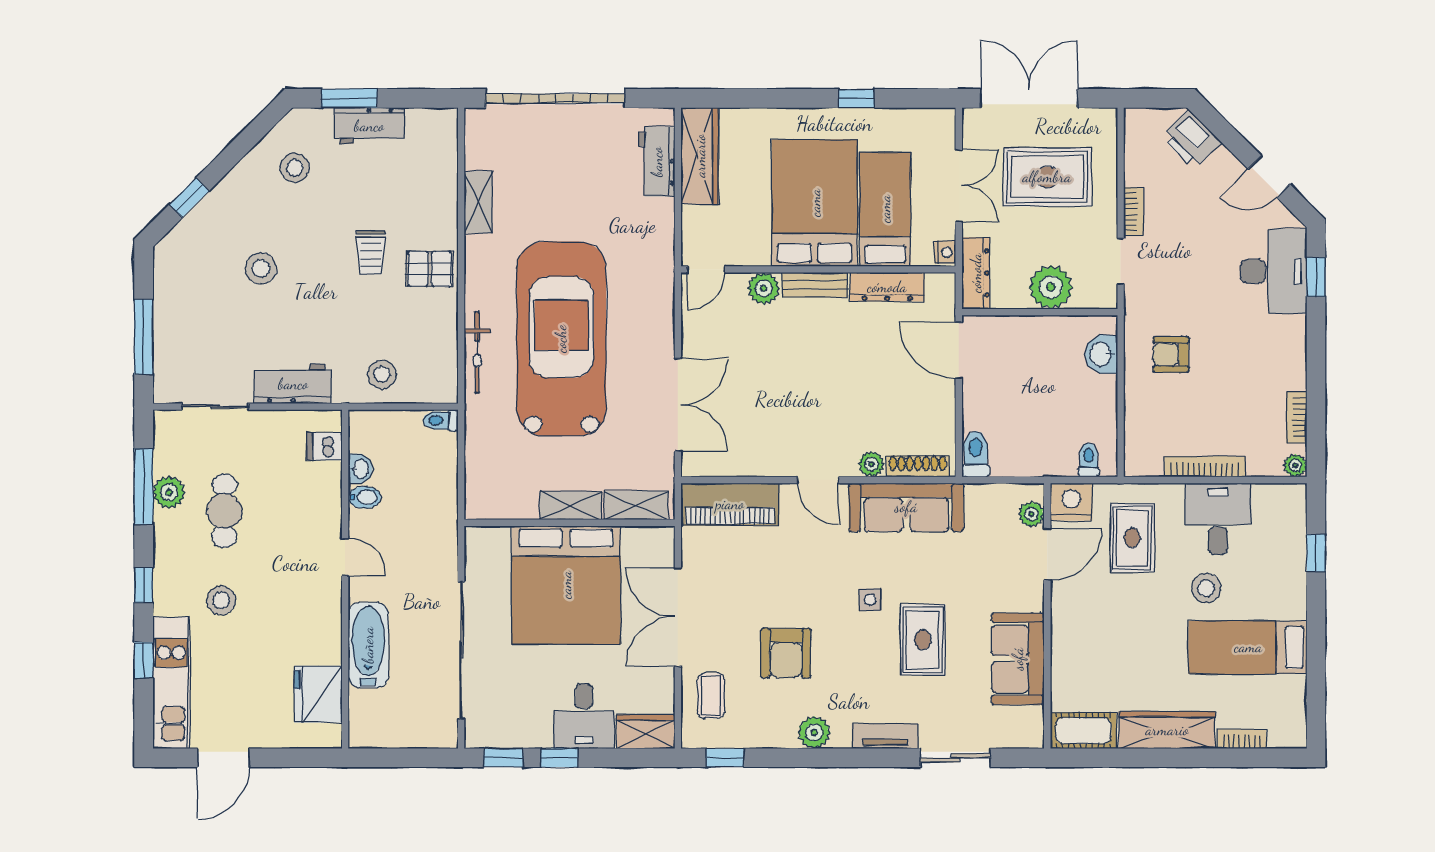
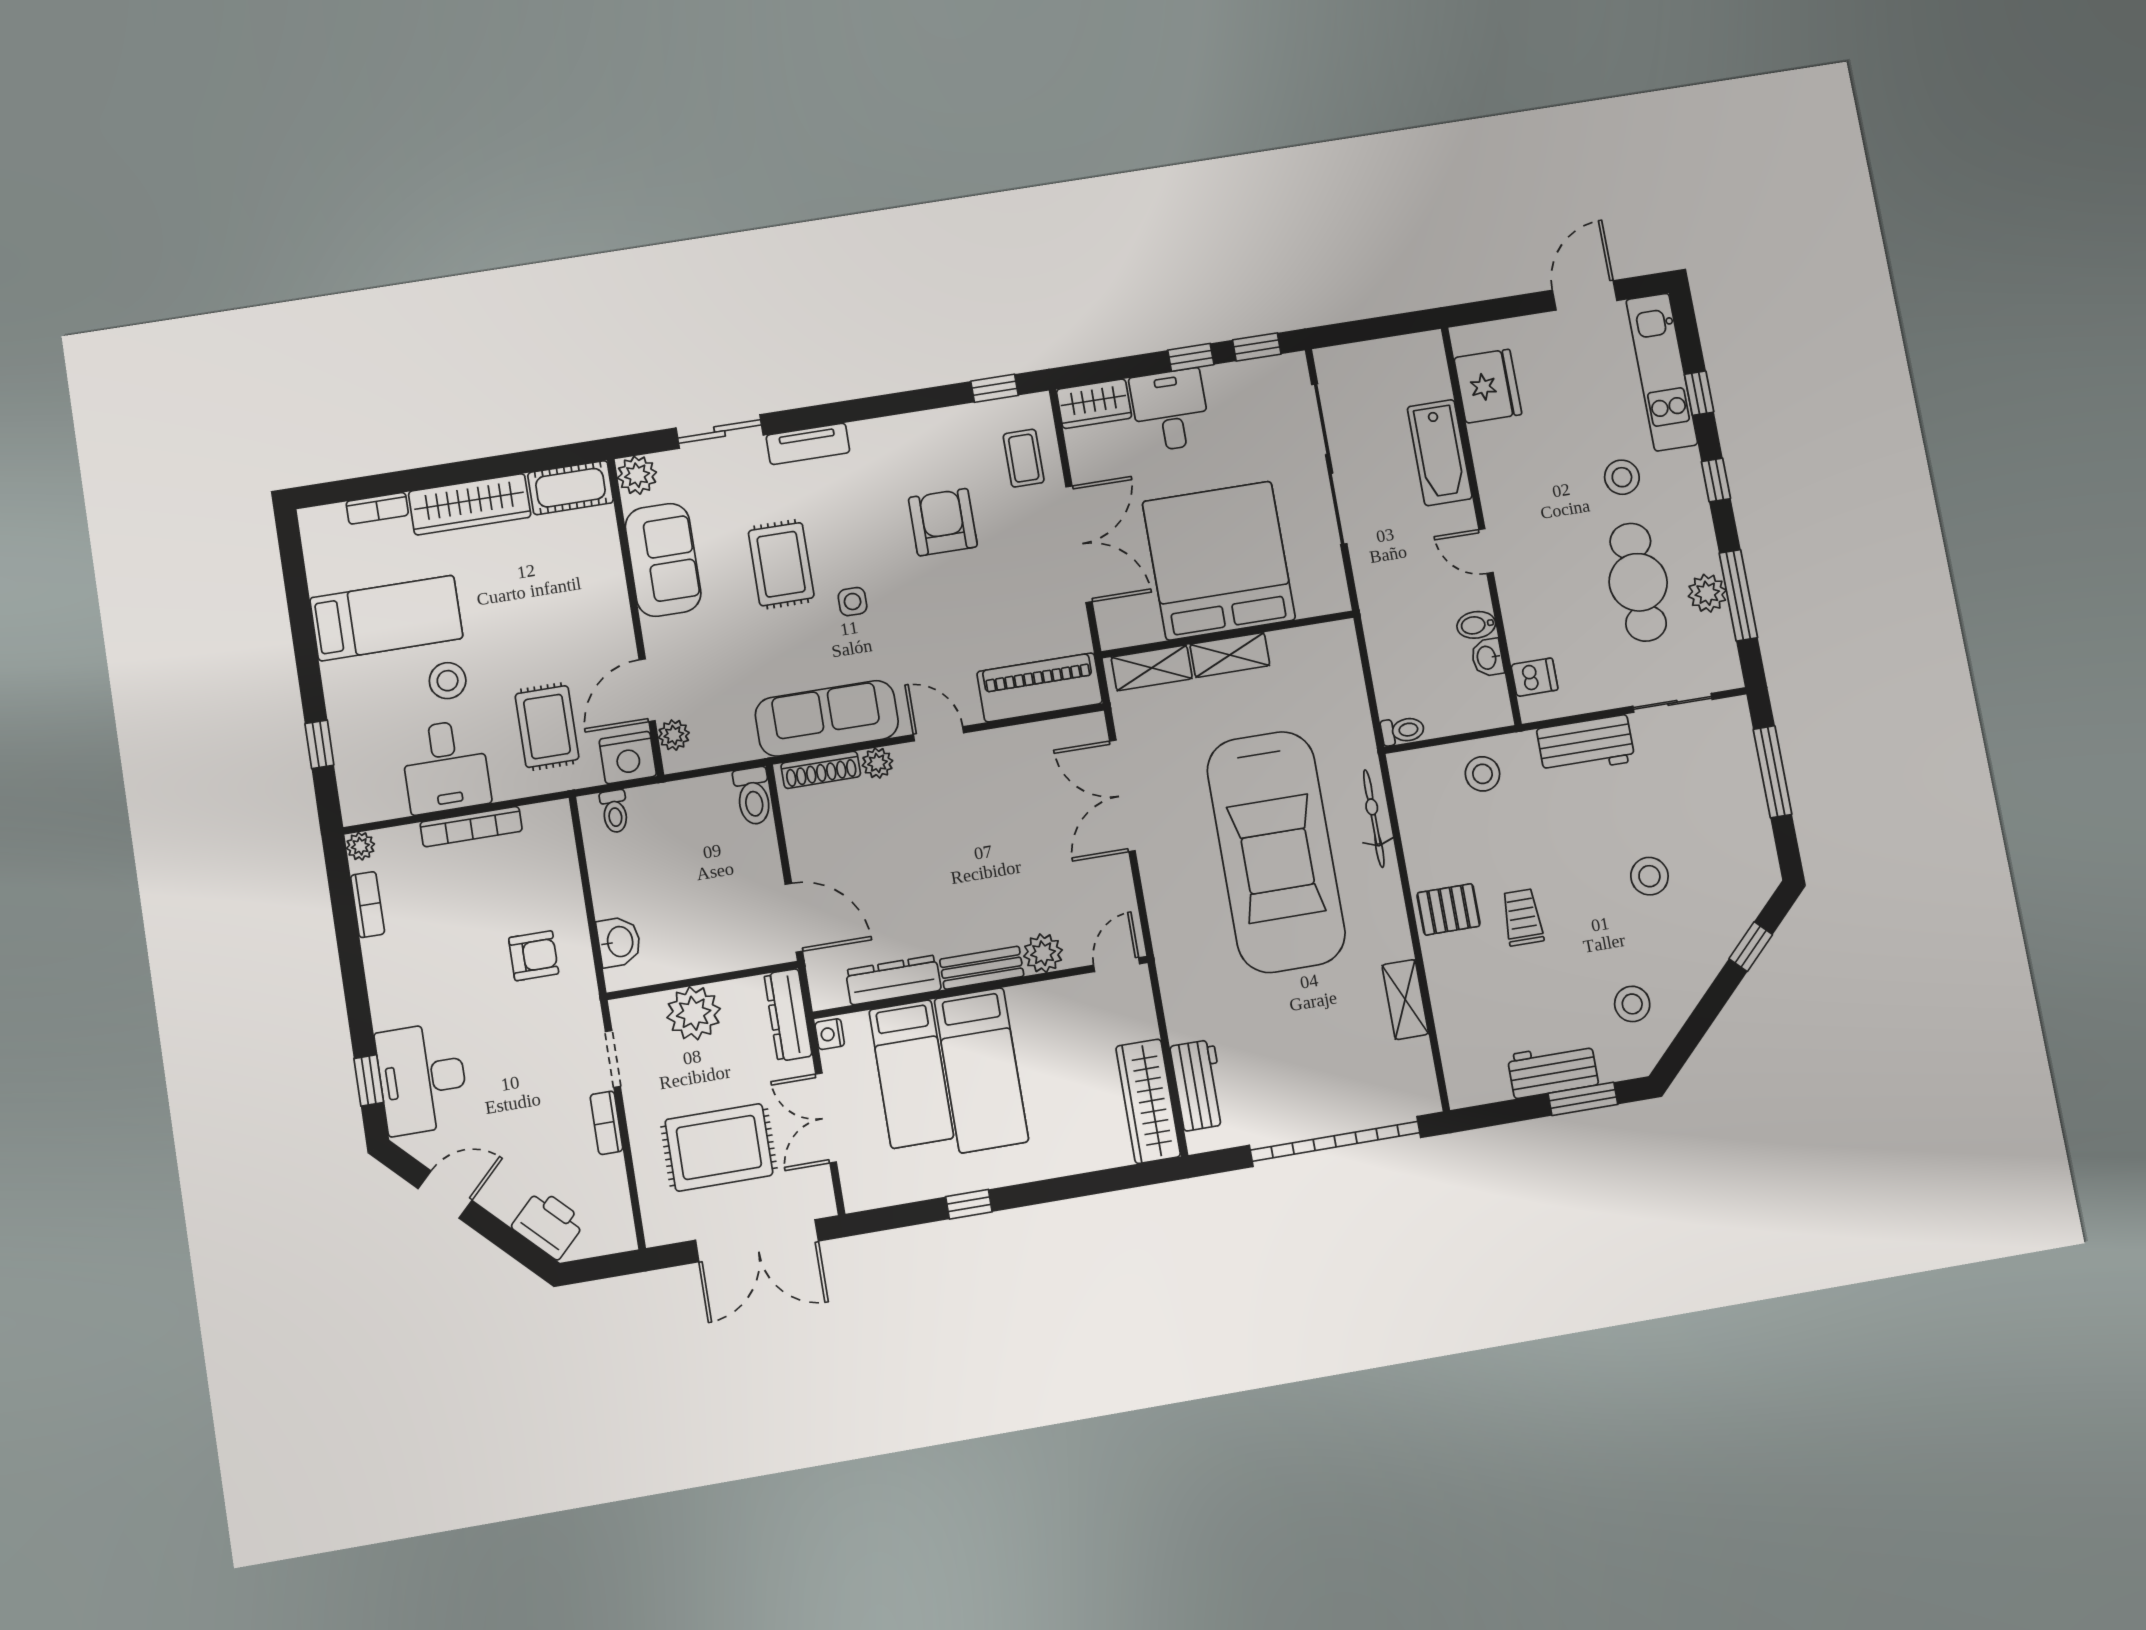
bed: (815, 203) -> (981, 1070), width x0.67
cafe table: (224, 511) -> (1638, 582), width x1.37, depth x1.35
plant: (814, 732) -> (637, 475), moved

